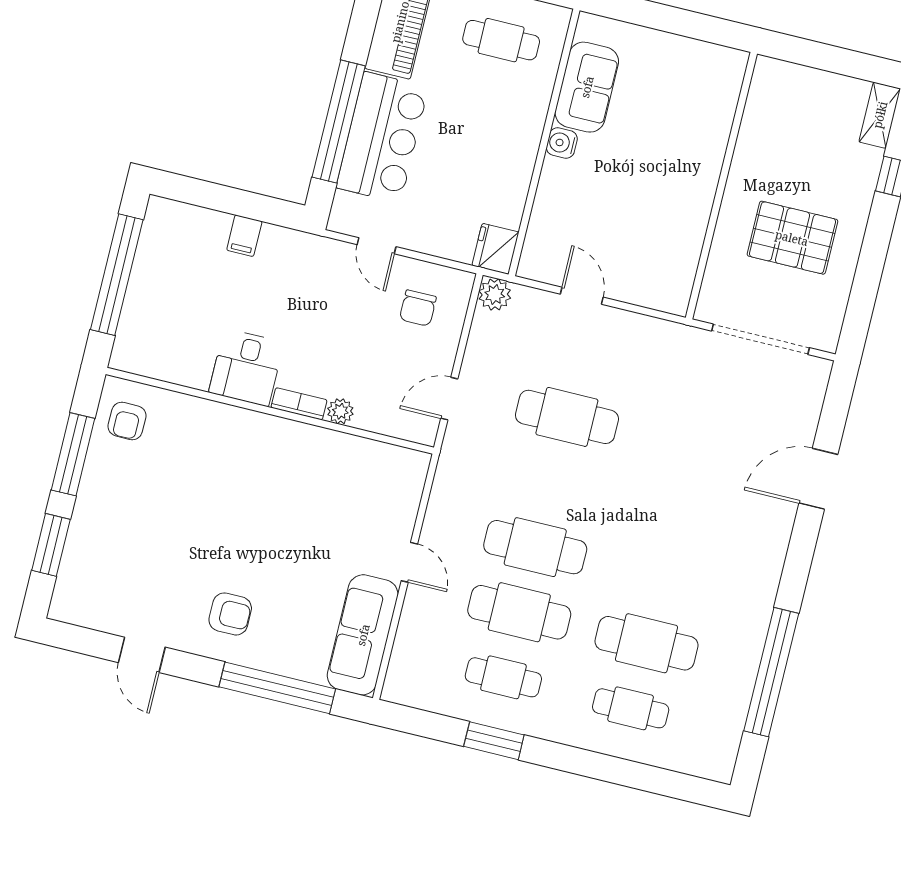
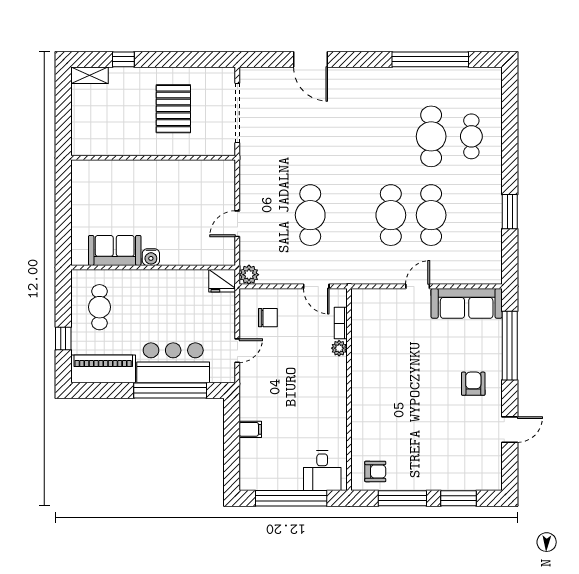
desk: (246, 367) -> (322, 471), moved, turned 90
bookcase: (299, 404) -> (341, 323), moved
cafe table: (503, 677) -> (471, 215), removed

